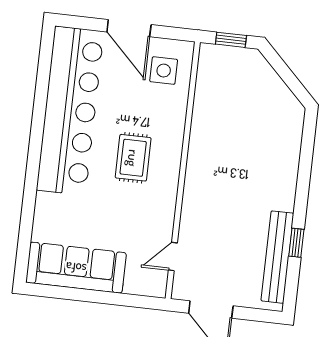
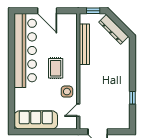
side table: (164, 71) -> (67, 92), moved
dresser: (272, 86) -> (114, 29), added
bench: (277, 257) -> (84, 44), moved

